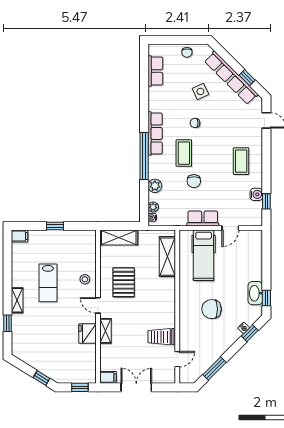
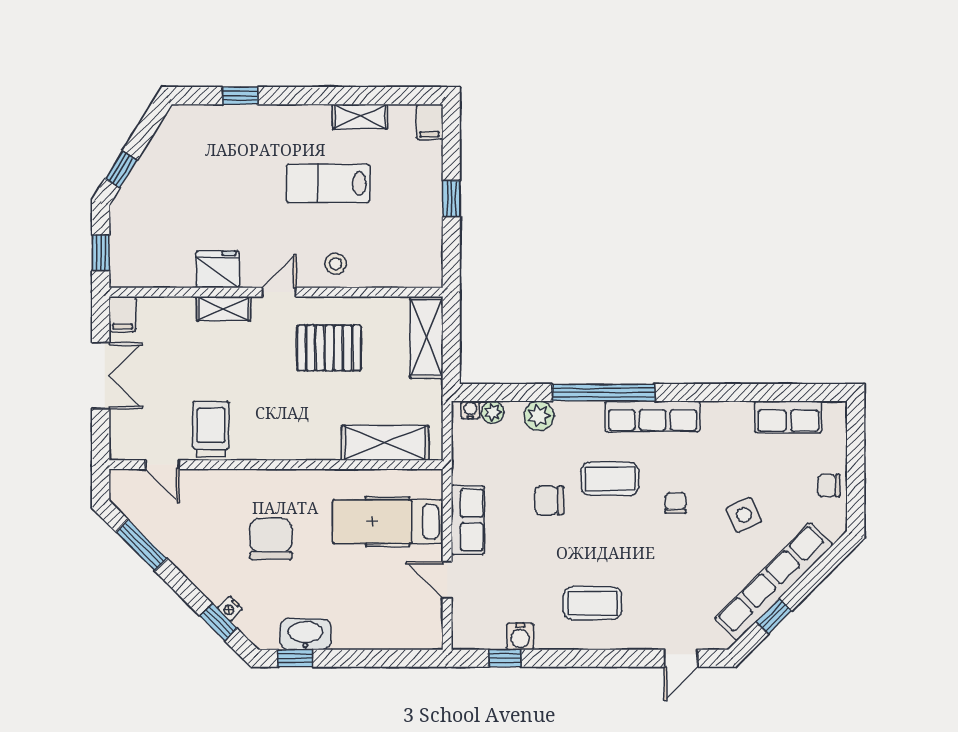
shelving: (17, 300) -> (360, 116), moved

